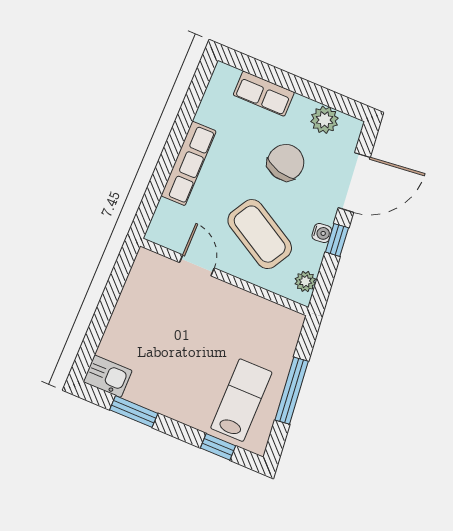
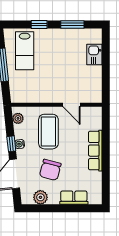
coffee table: (260, 234) -> (48, 132), turned 60
kitchen sink: (108, 376) -> (94, 55), moved, turned 90
window: (218, 447) -> (39, 24), moved

